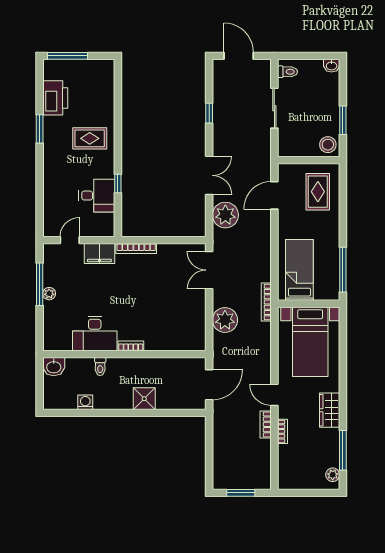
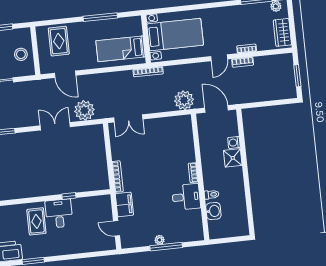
stool: (328, 145) -> (21, 54), moved
rug: (318, 192) -> (59, 41), turned 90
desk: (97, 196) -> (59, 214), moved
window: (343, 270) -> (100, 17), moved
window: (40, 284) -> (166, 247), moved
plant: (225, 320) -> (184, 100), moved
desk: (95, 334) -> (186, 197), width x0.73
washbasin: (54, 367) -> (213, 211), moved
washing machine: (85, 402) -> (234, 143), moved
wardrobe: (330, 410) -> (282, 32), moved, turned 90

